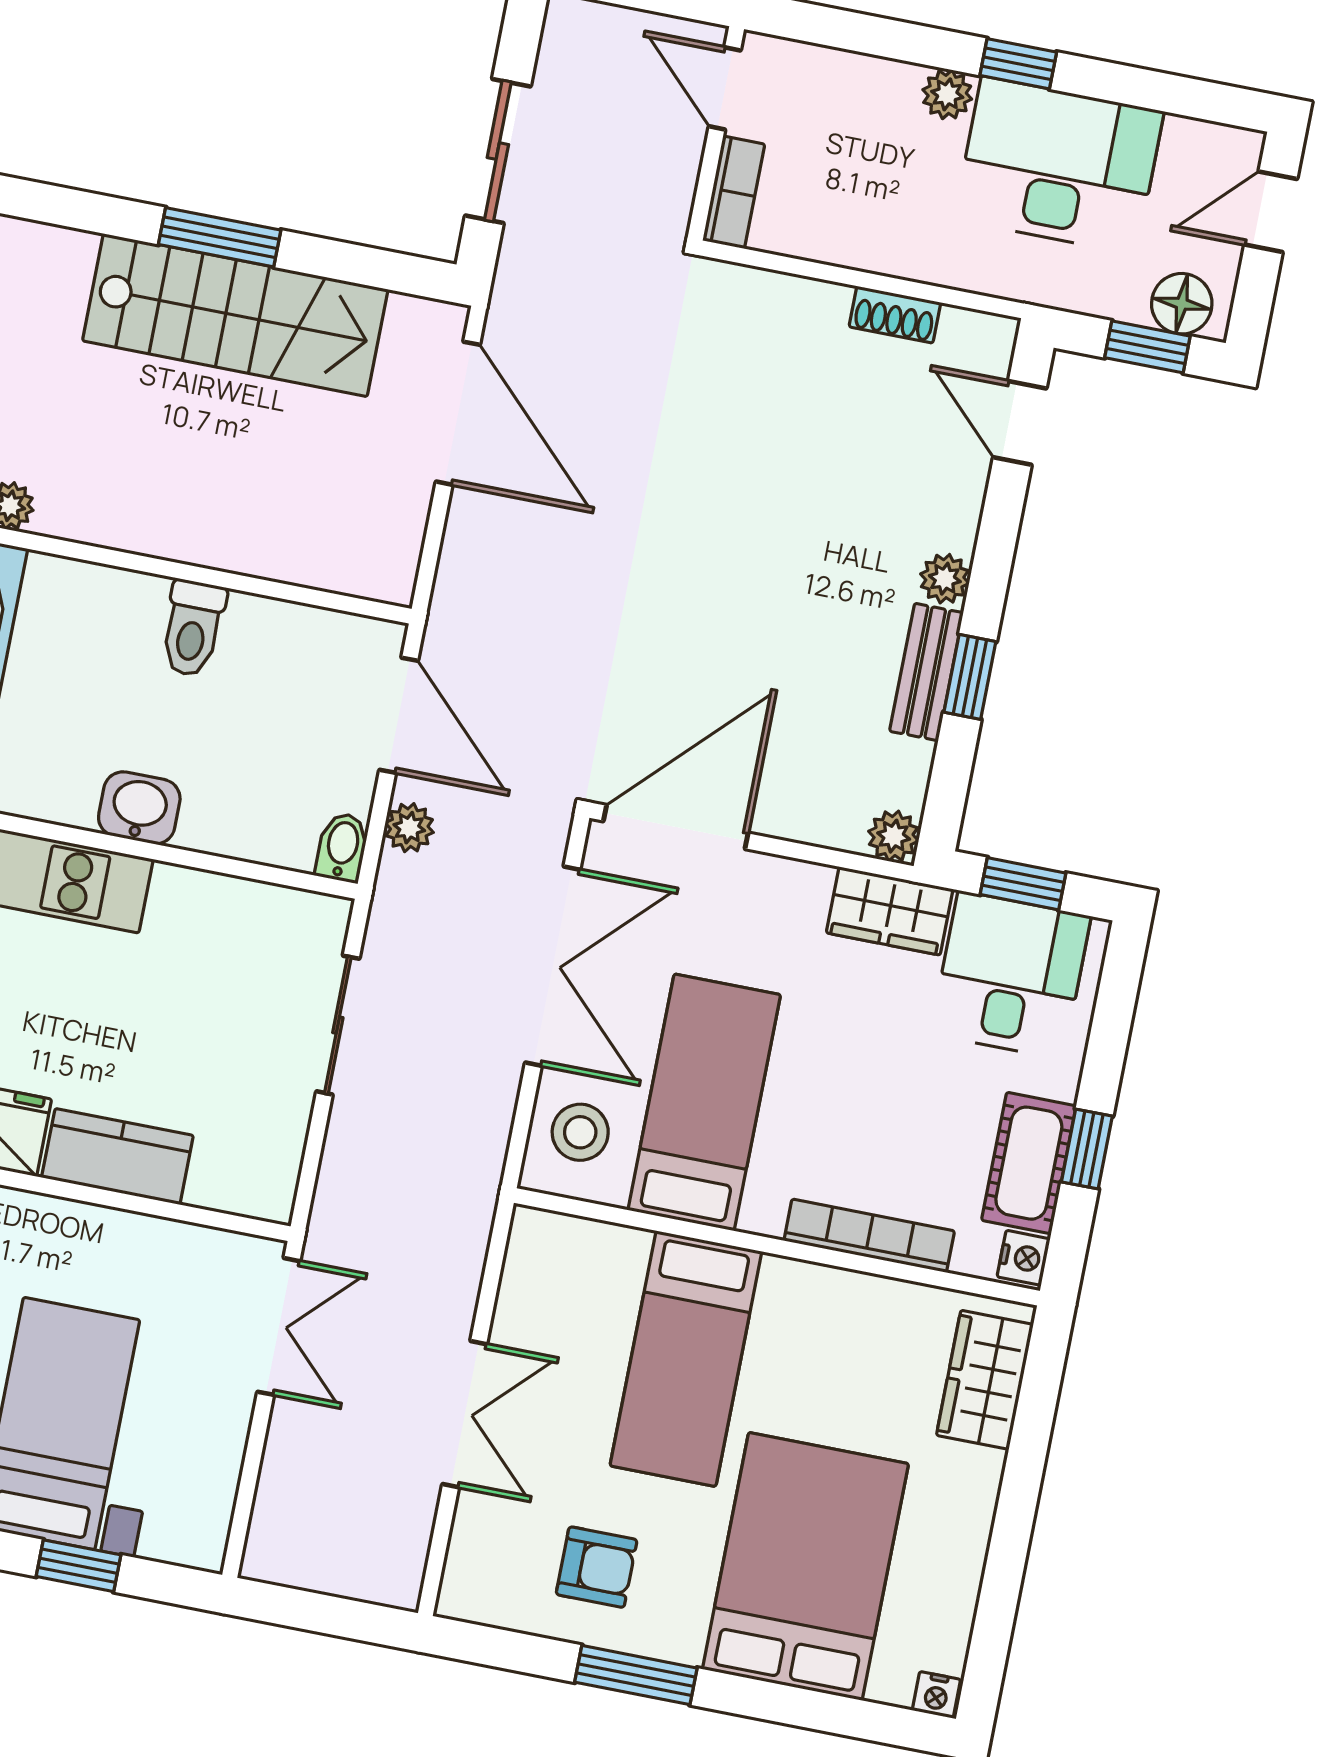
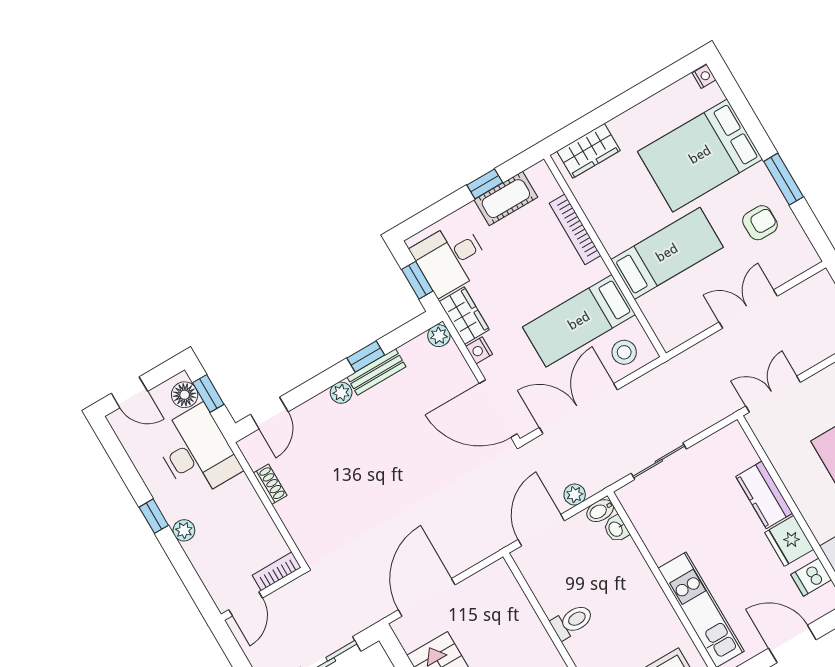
desk: (1059, 165) -> (197, 452), moved, turned 180
washbasin: (139, 808) -> (616, 529), moved, width x0.72, depth x0.69
nightstand: (1024, 1258) -> (479, 350), moved, turned -90
armchair: (597, 1567) -> (760, 223), turned 90

